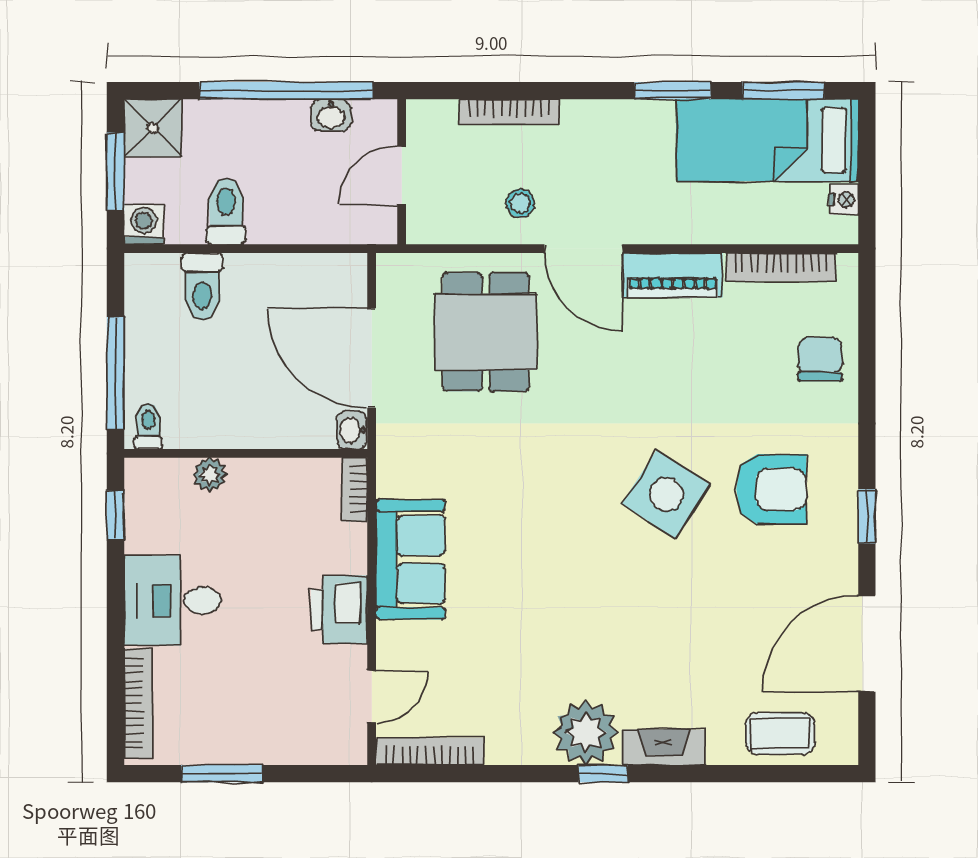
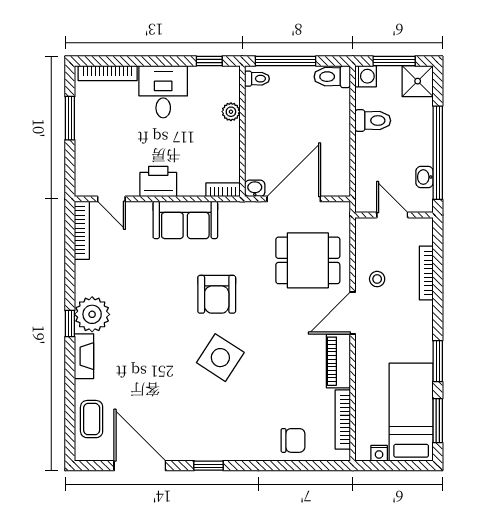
toilet: (202, 287) -> (332, 77), moved
armchair: (771, 489) -> (217, 294), moved

